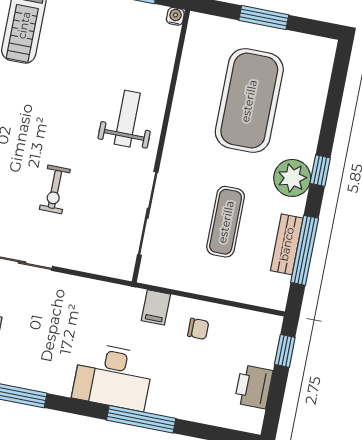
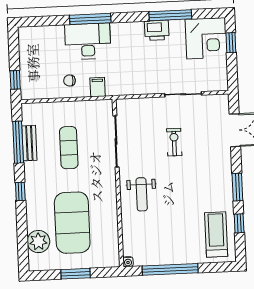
plant: (292, 178) -> (38, 242), moved
desk: (113, 376) -> (88, 41), moved
printer: (254, 387) -> (157, 30), moved, turned 90

